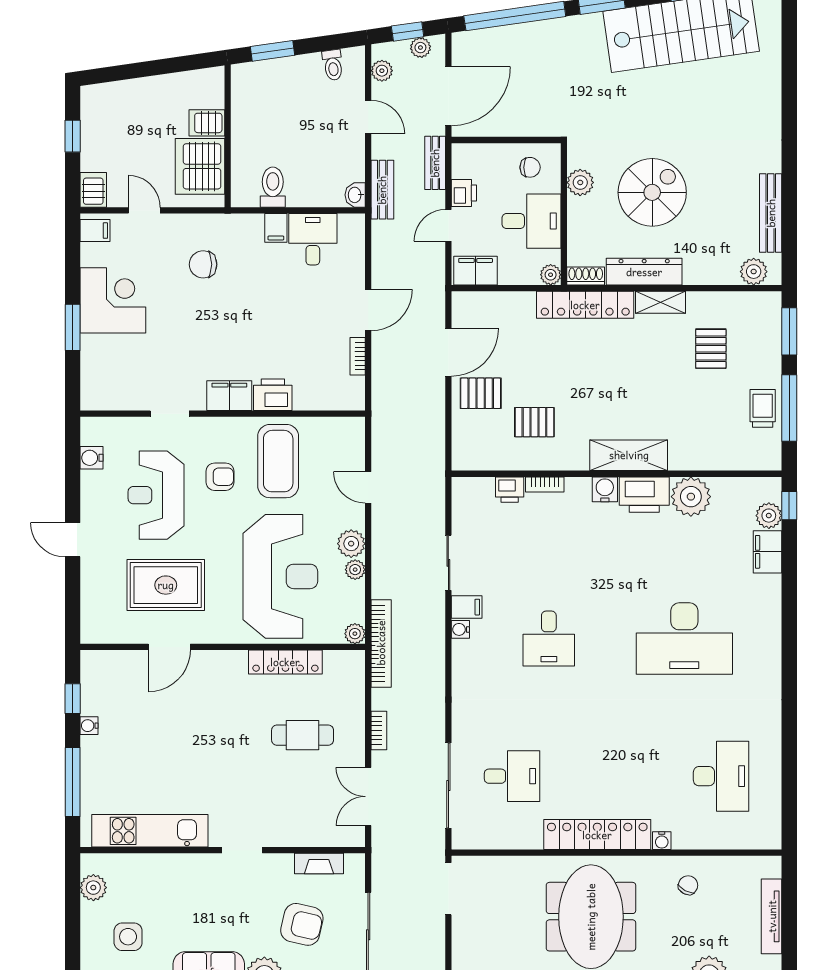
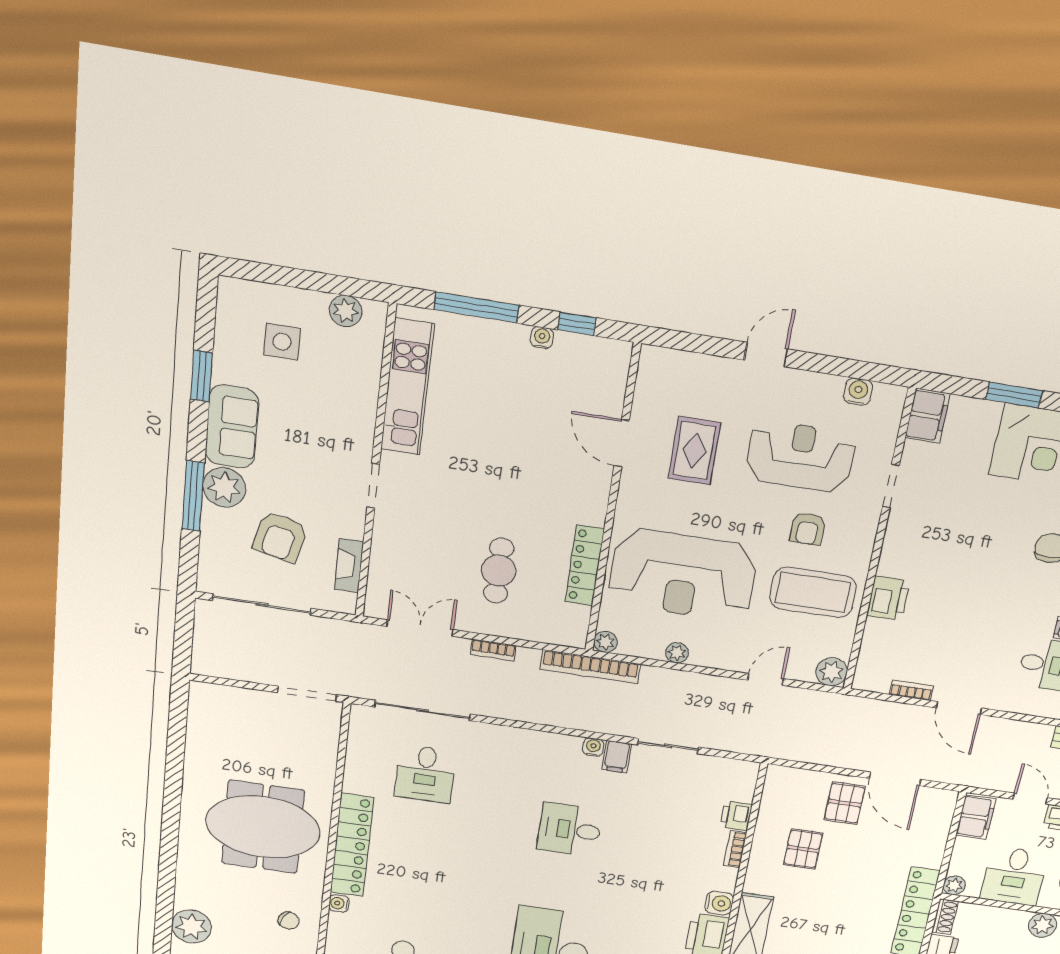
filing cabinet: (229, 396) -> (928, 416), moved
plant: (351, 544) -> (832, 672), moved
rug: (166, 585) -> (694, 451), width x0.73, depth x0.70

